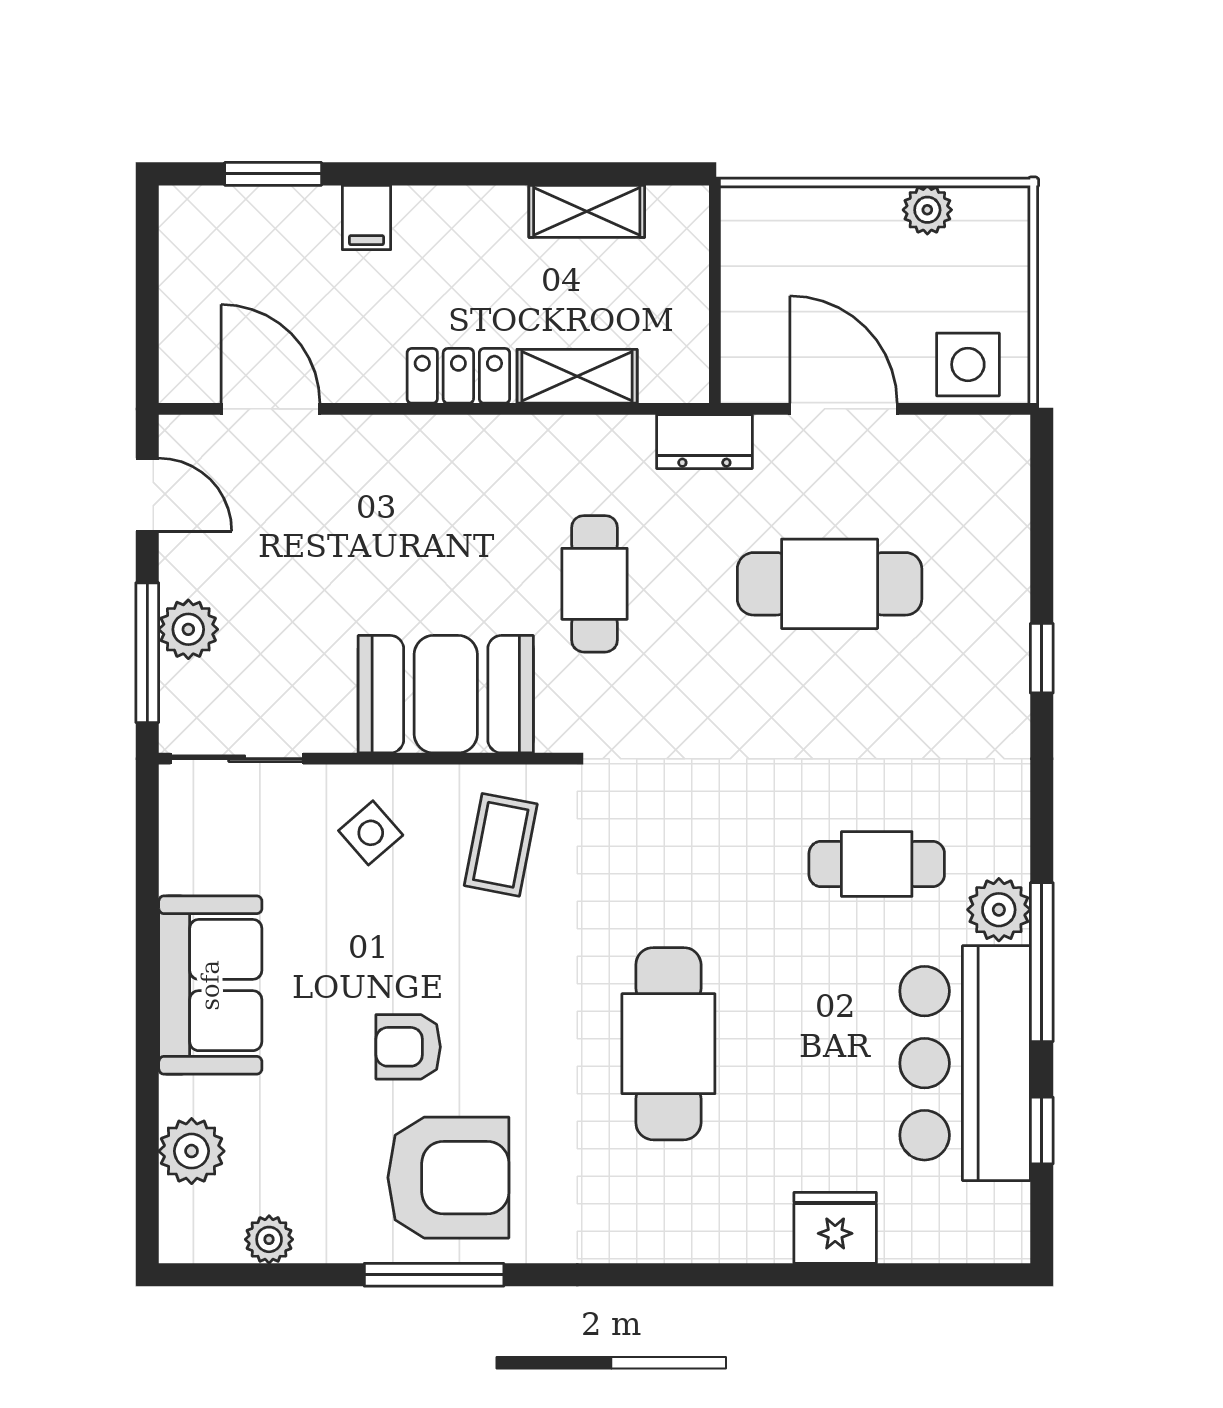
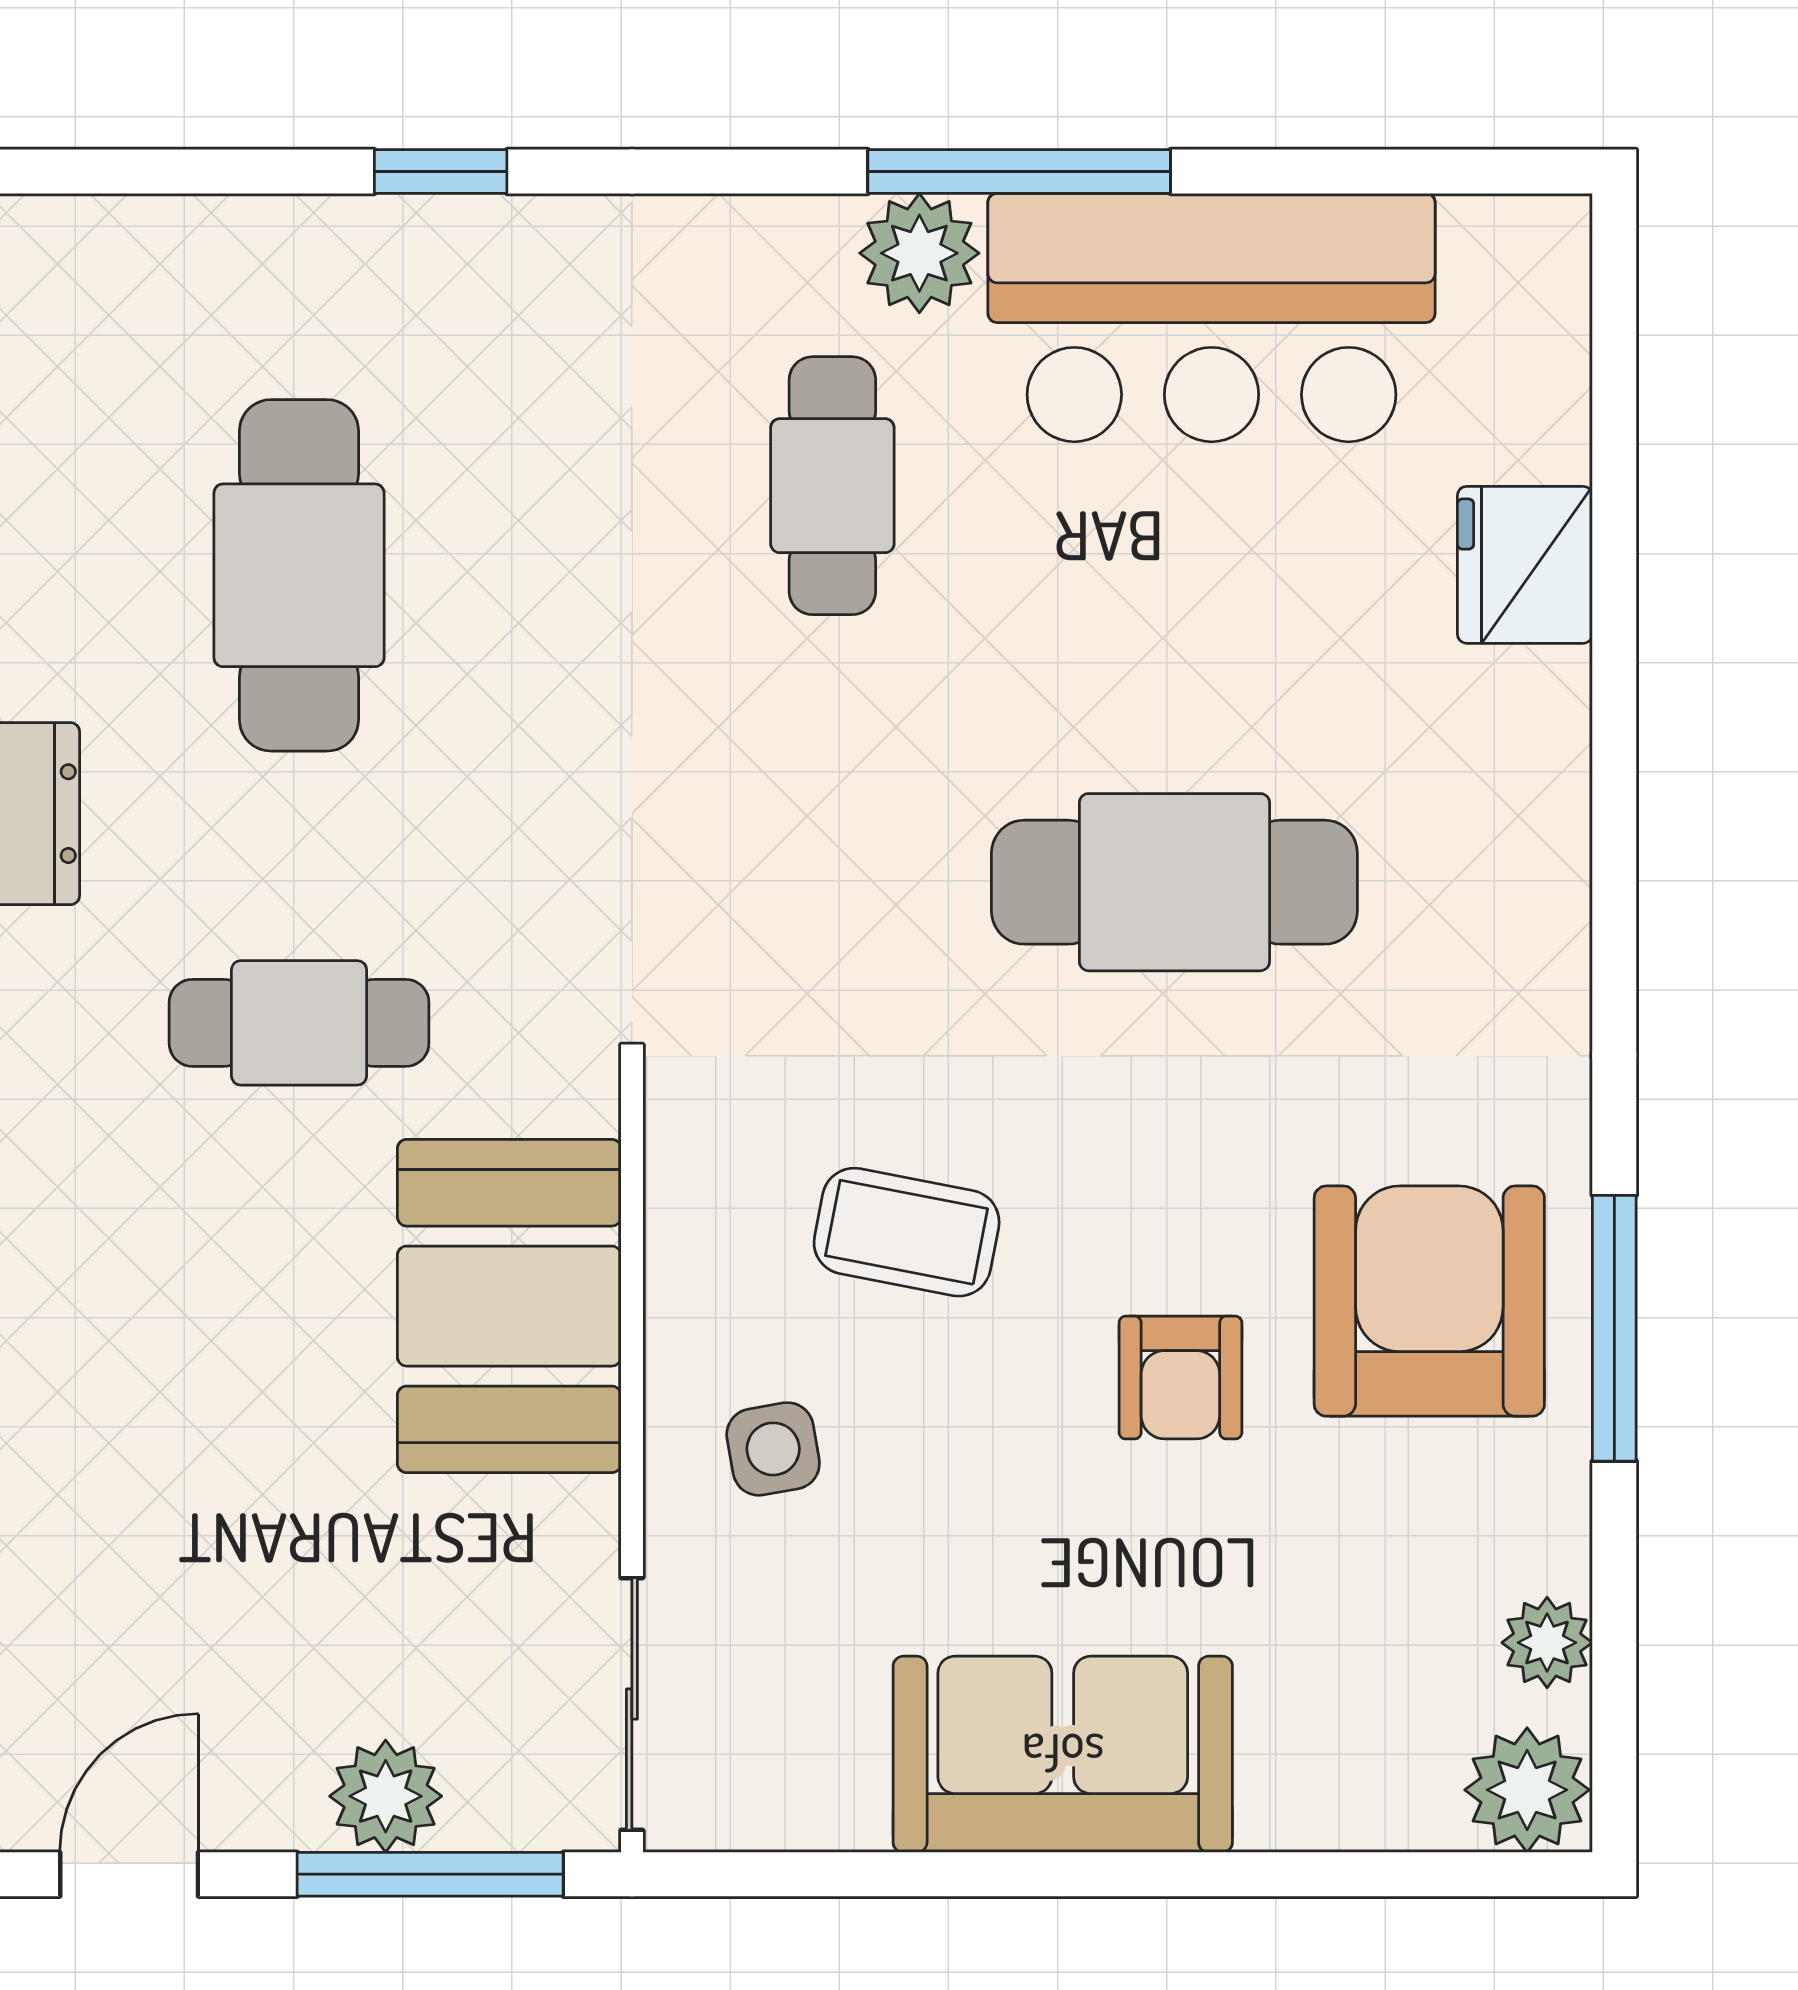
side table: (371, 833) -> (773, 1449), turned 31
coffee table: (501, 845) -> (907, 1232), moved
window: (1042, 1130) -> (1340, 172), removed
plant: (192, 1151) -> (1527, 1790), moved

